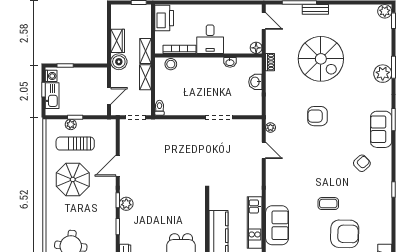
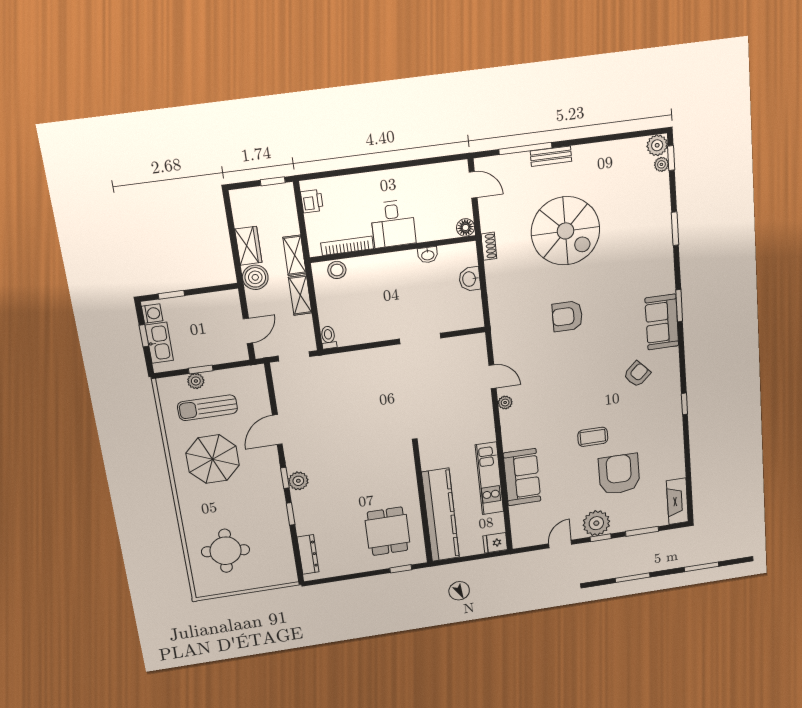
printer: (164, 18) -> (312, 201), width x0.53, depth x0.68
plant: (383, 74) -> (661, 164), moved, width x0.53, depth x0.53
plant: (270, 128) -> (505, 403), moved
armchair: (345, 234) -> (619, 474), turned -91

